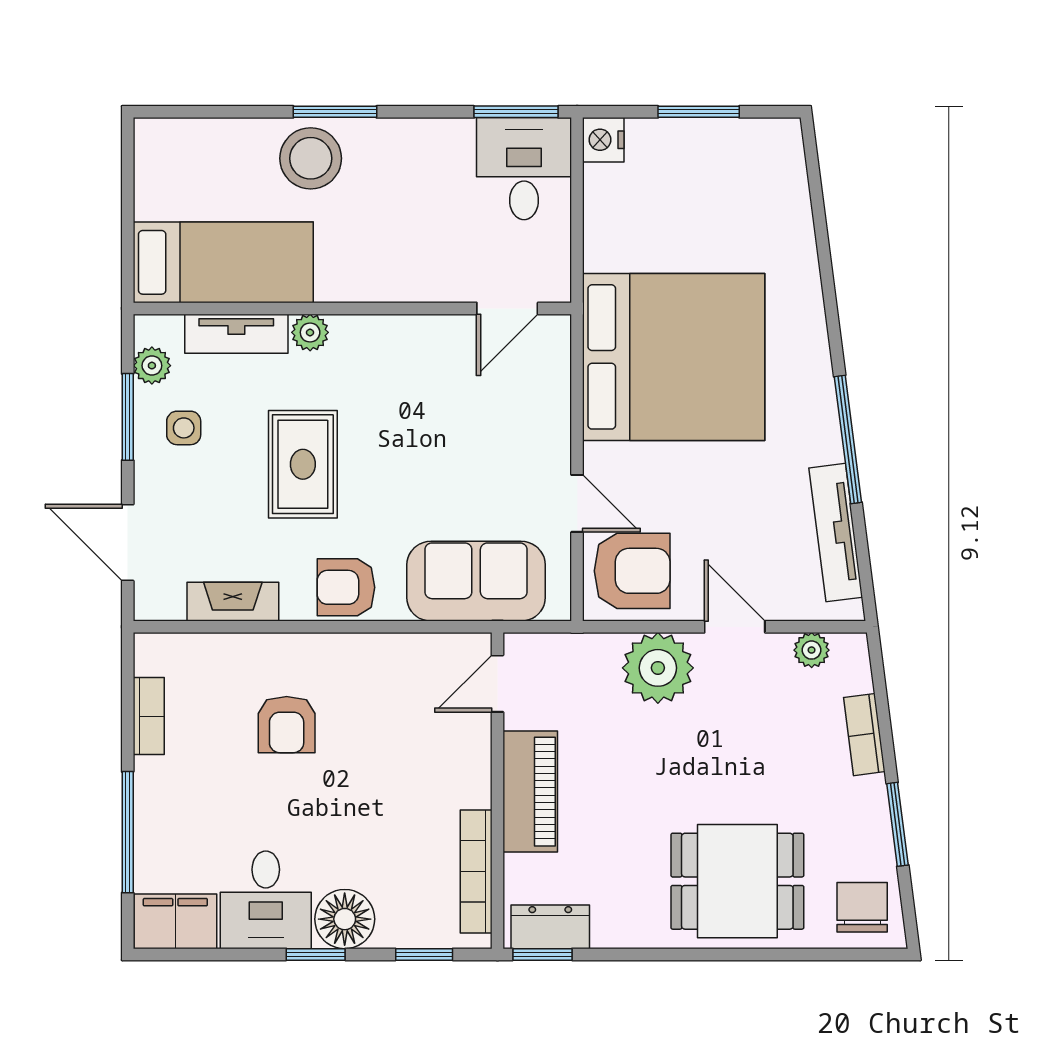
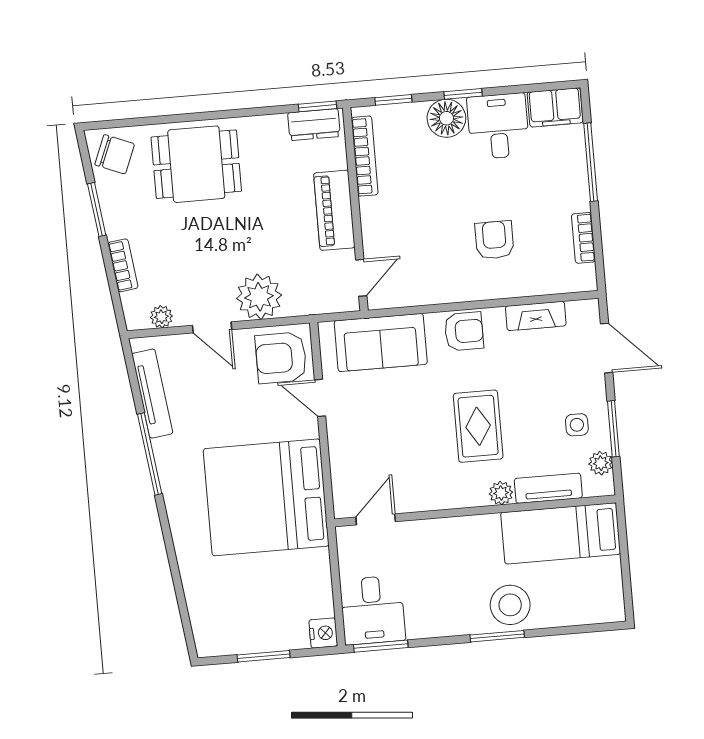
rug: (303, 464) -> (478, 426), moved
chair: (862, 907) -> (115, 154), turned -68

